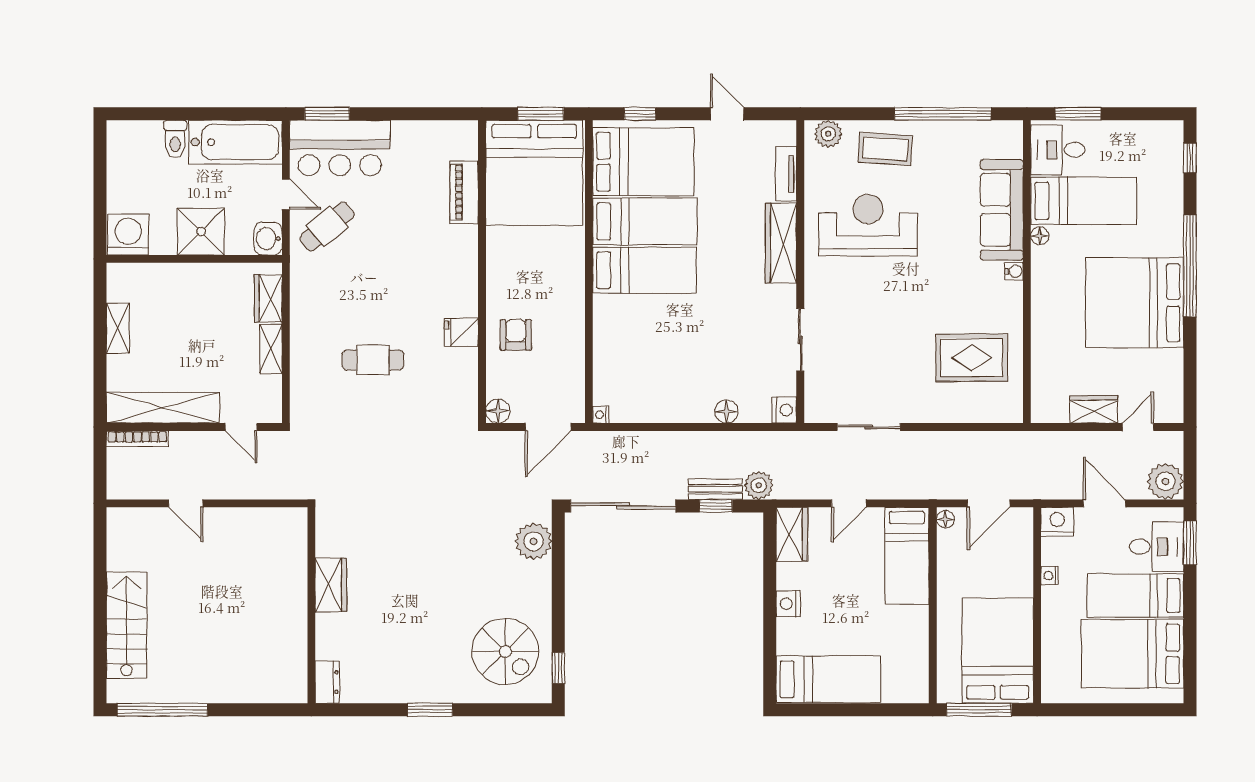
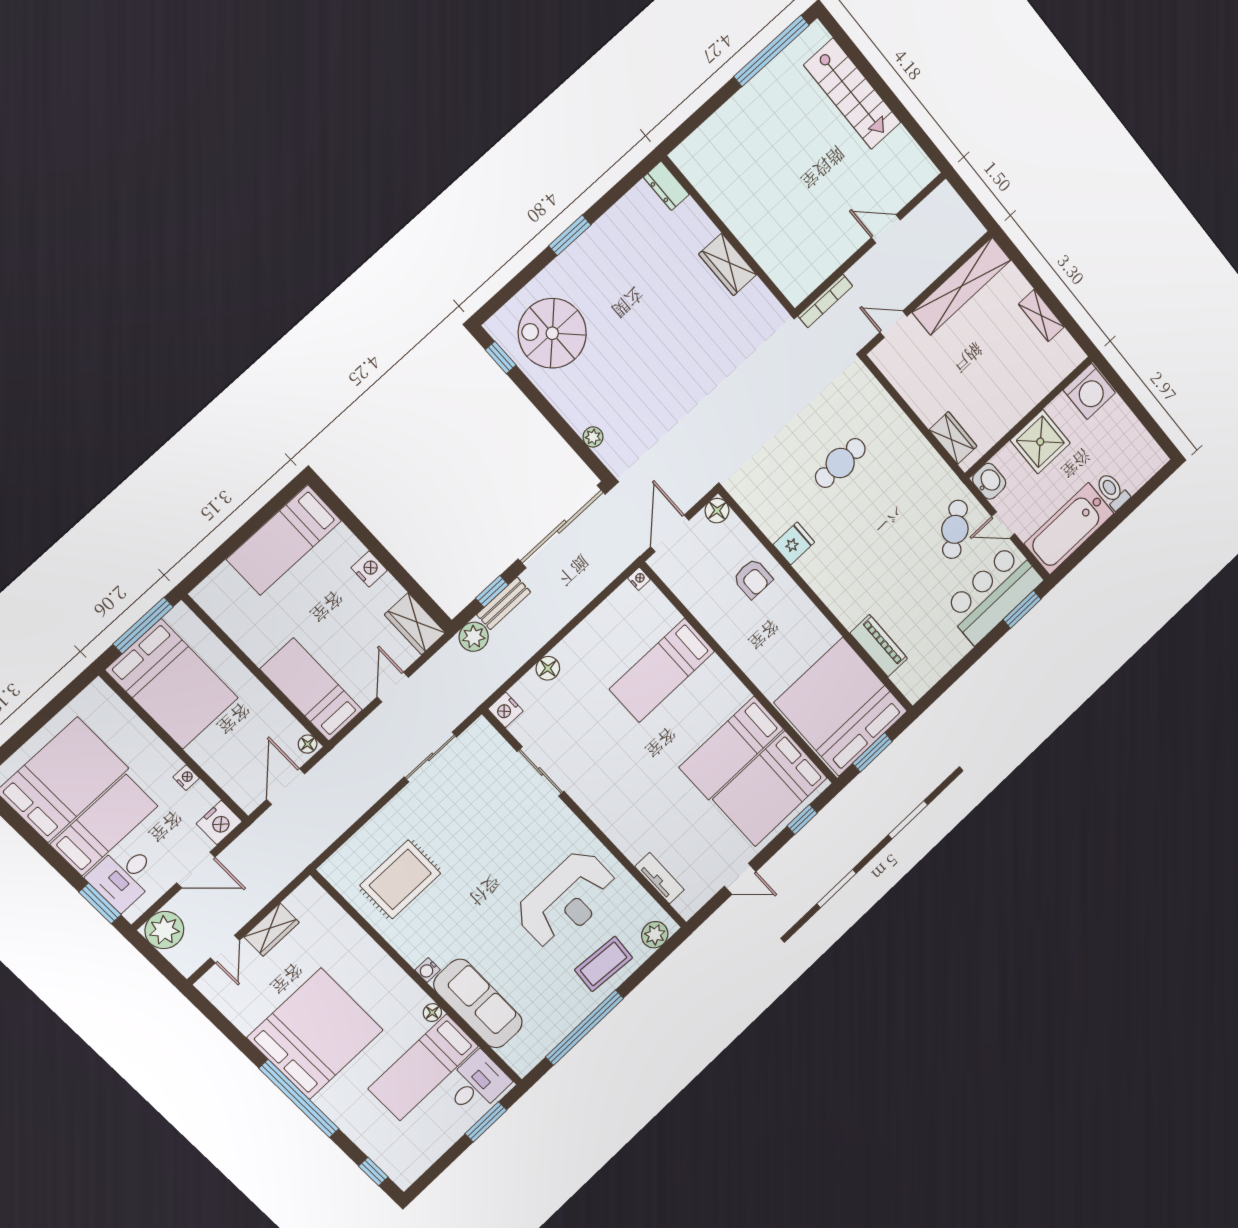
wardrobe: (781, 243) -> (618, 826), removed
bed: (644, 270) -> (662, 670), moved
shelving: (271, 349) -> (920, 402), removed
bookcase: (137, 439) -> (825, 301), moved, turned 180
plant: (534, 541) -> (593, 437), width x0.53, depth x0.53

